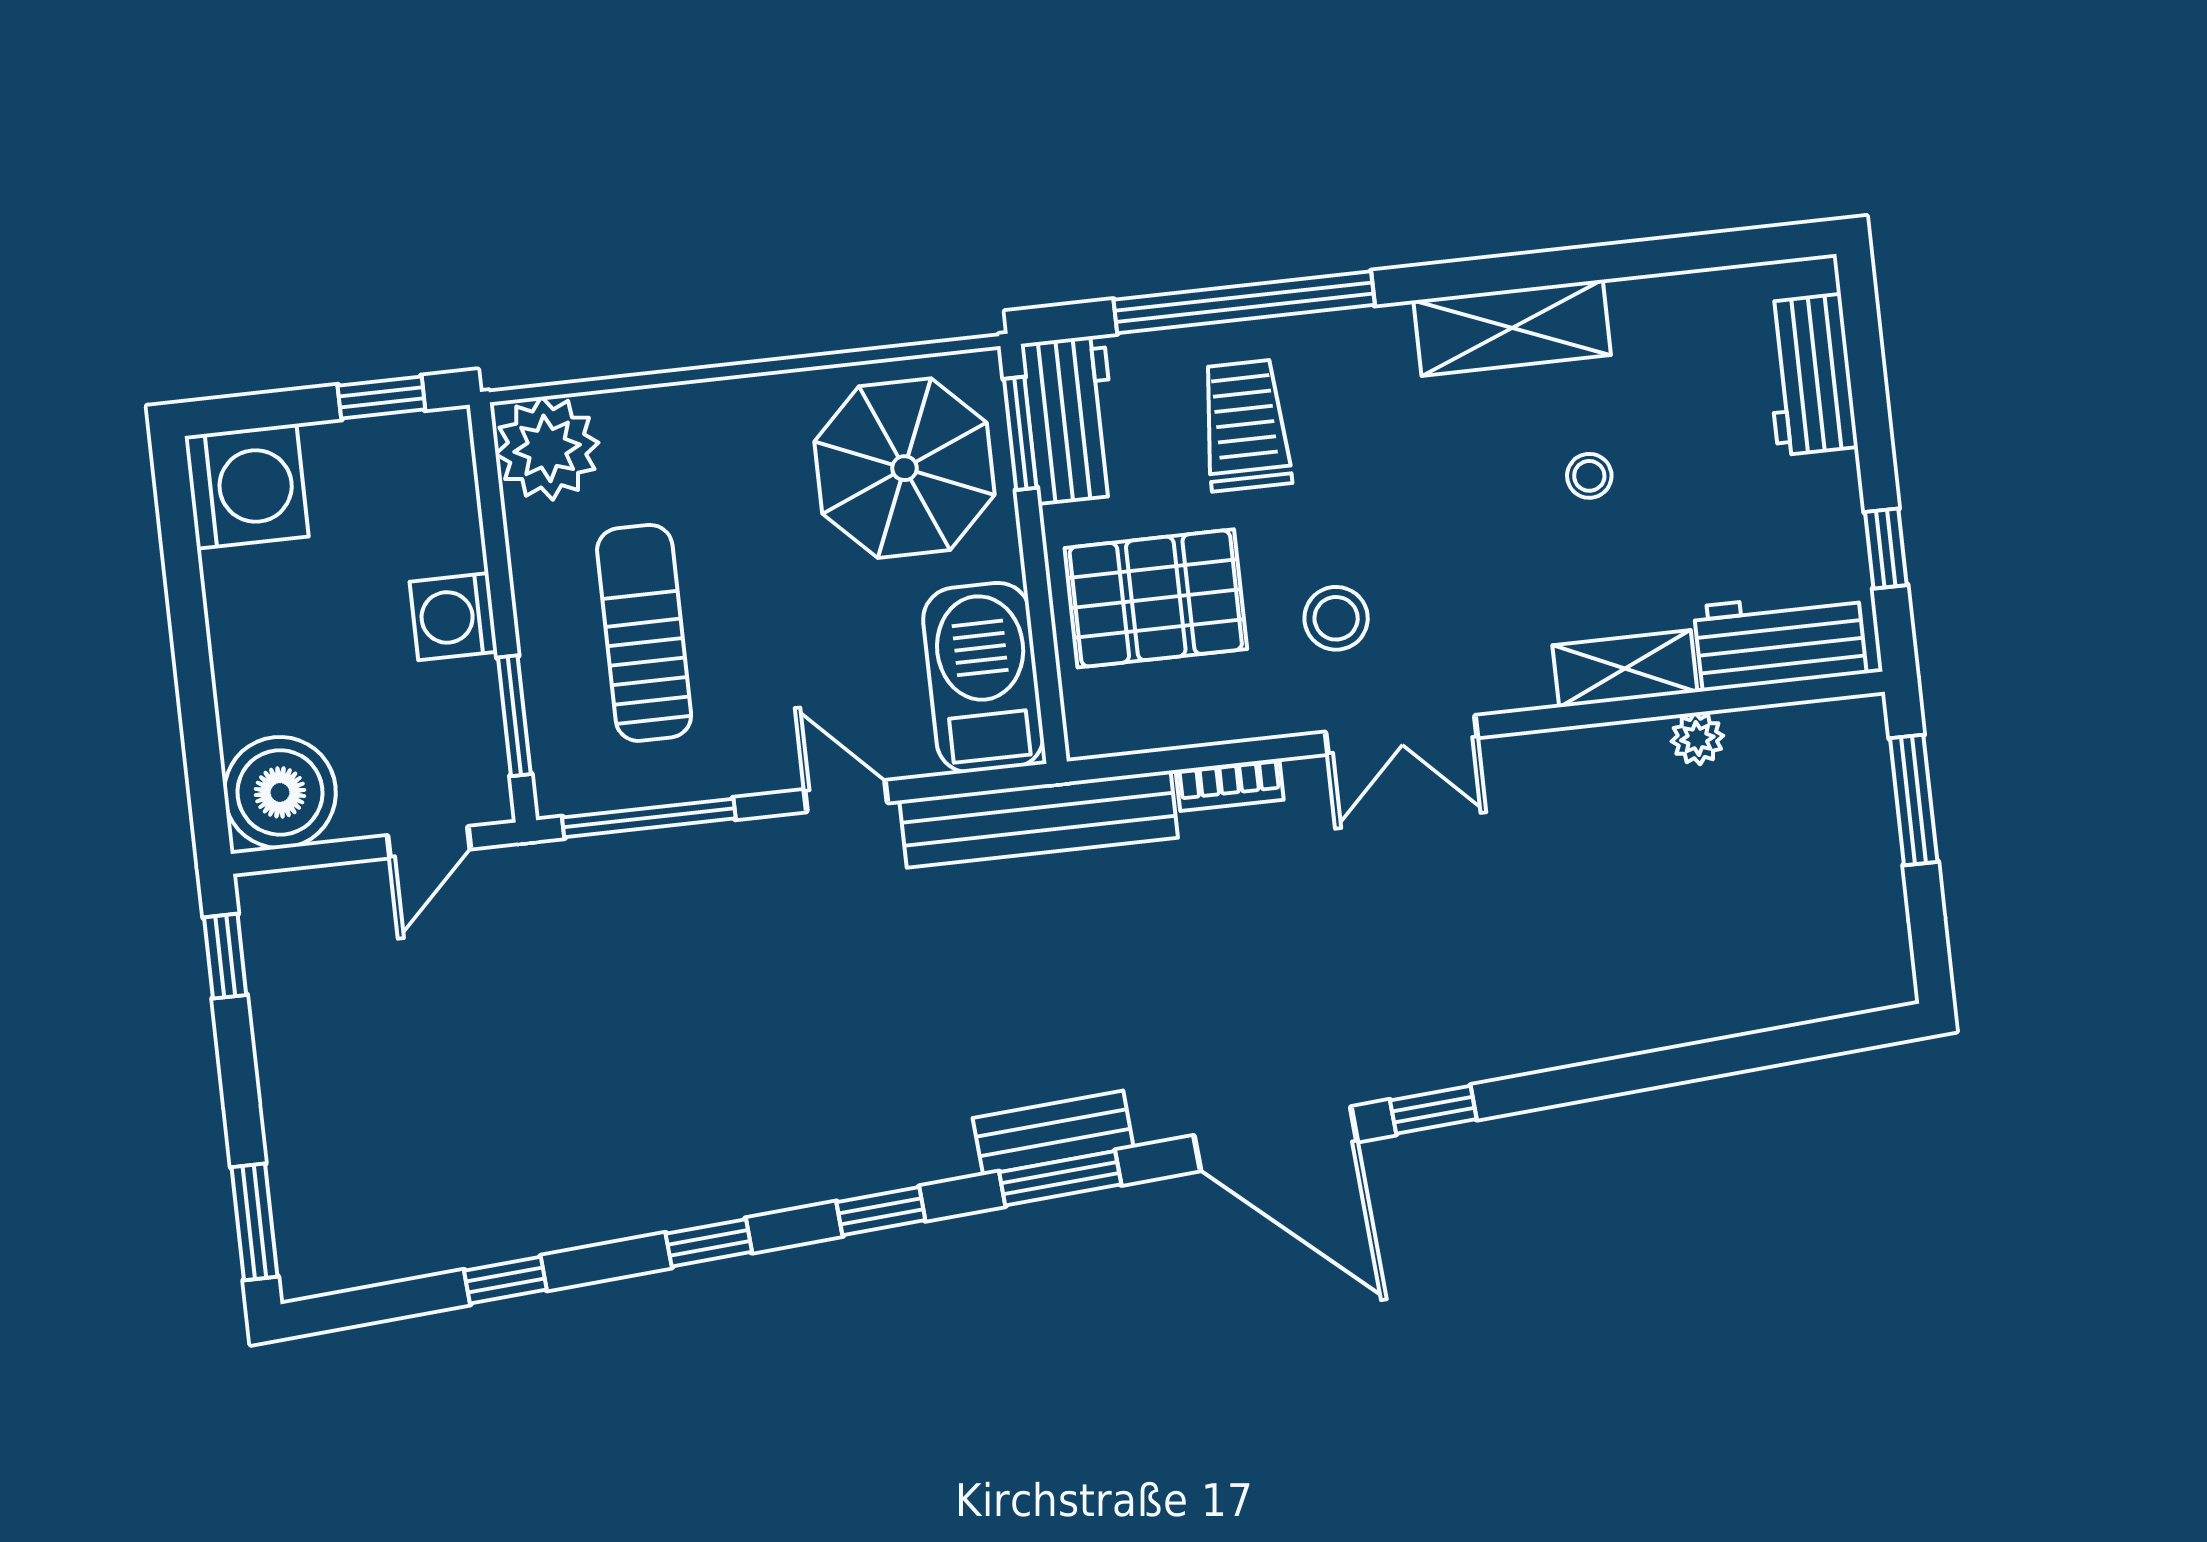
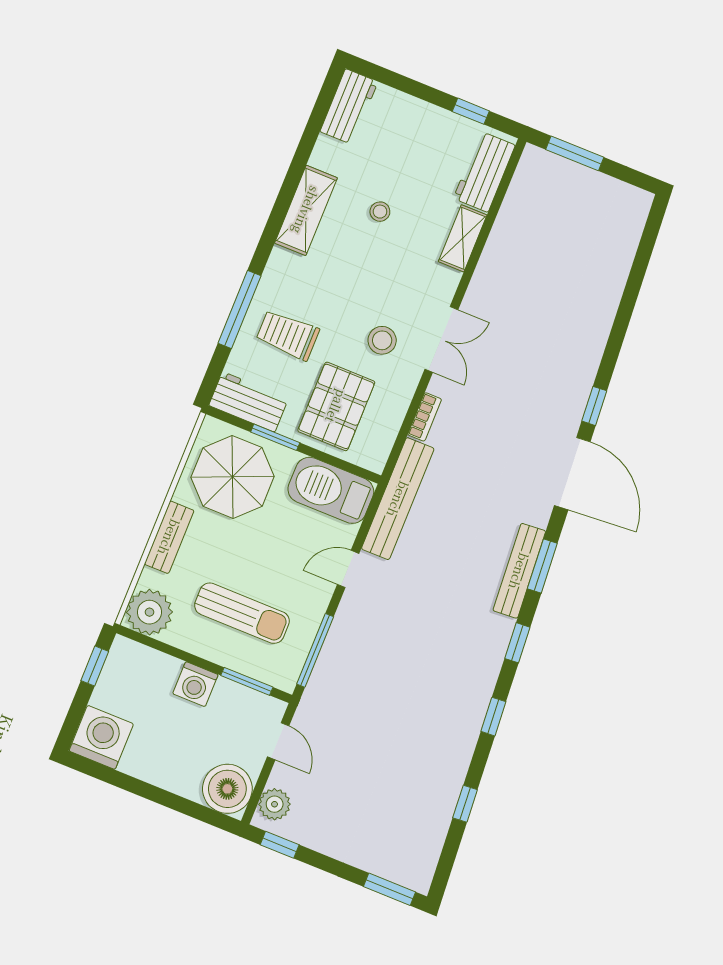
window: (1244, 302) -> (240, 310), width x0.68
workbench: (1810, 375) -> (349, 107), moved, turned -90
bench: (717, 407) -> (169, 537), added
window: (1020, 433) -> (275, 437), moved
sun lounger: (644, 633) -> (242, 613), turned 180
plant: (1697, 738) -> (275, 804), moved, width x1.38, depth x1.38
bench: (1053, 1133) -> (519, 571), width x1.36
door: (1276, 1139) -> (572, 474), hinge flipped

